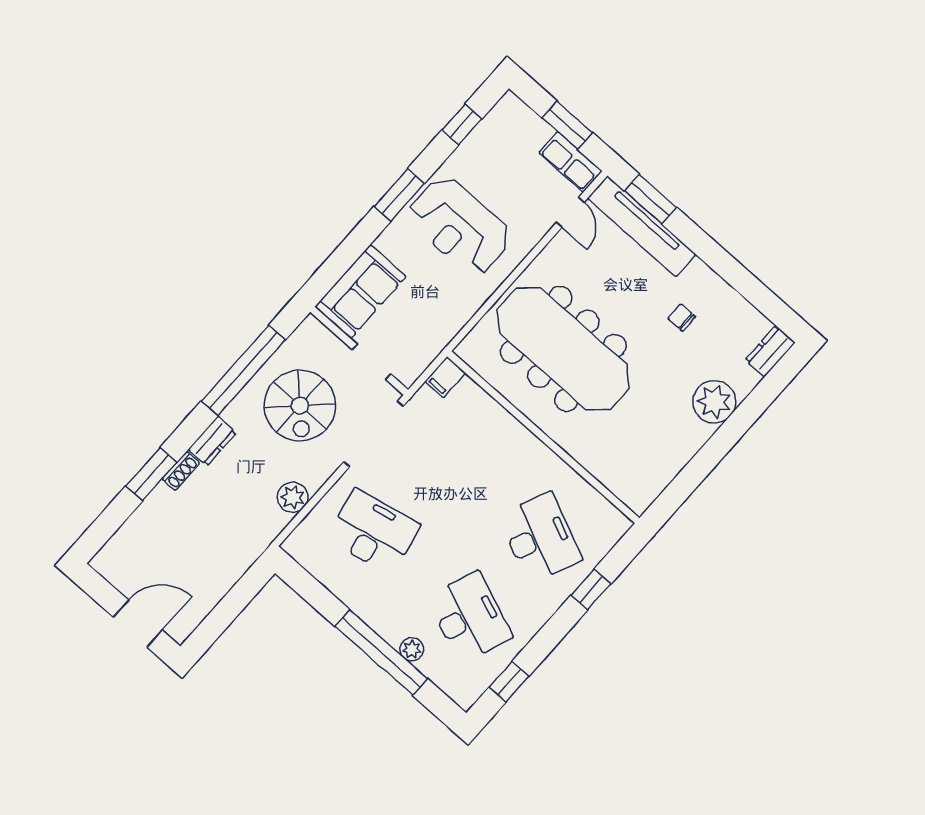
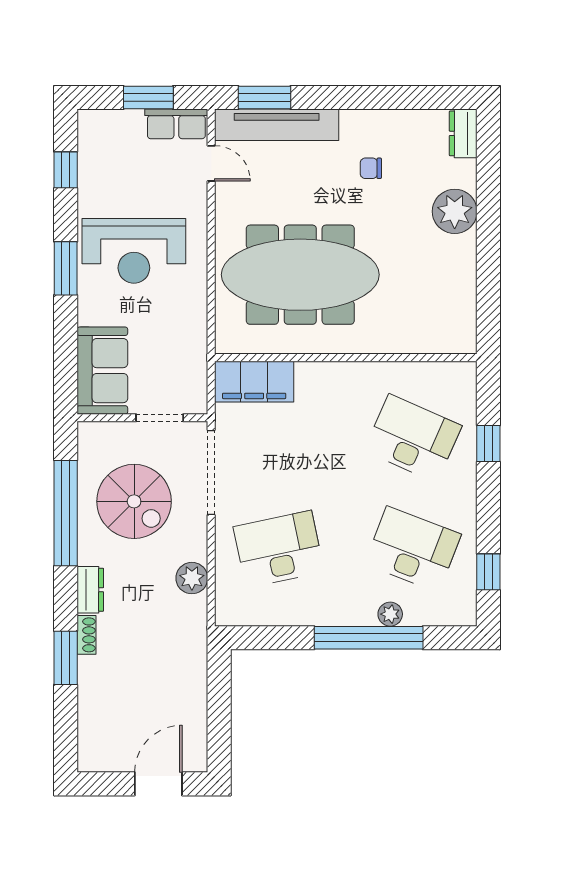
filing cabinet: (445, 377) -> (254, 382), width x3.00, depth x1.17

